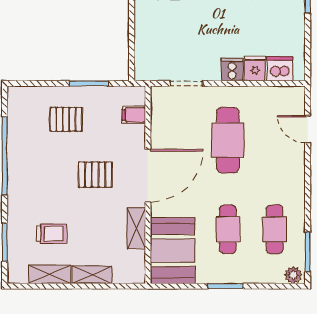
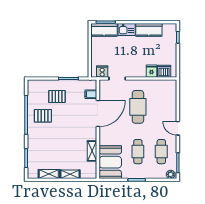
cooker: (232, 70) -> (102, 72), moved
door: (308, 129) -> (178, 128), moved
pallet: (95, 175) -> (43, 116), moved
door: (148, 176) -> (98, 113), moved
trolley: (51, 234) -> (50, 154), removed

